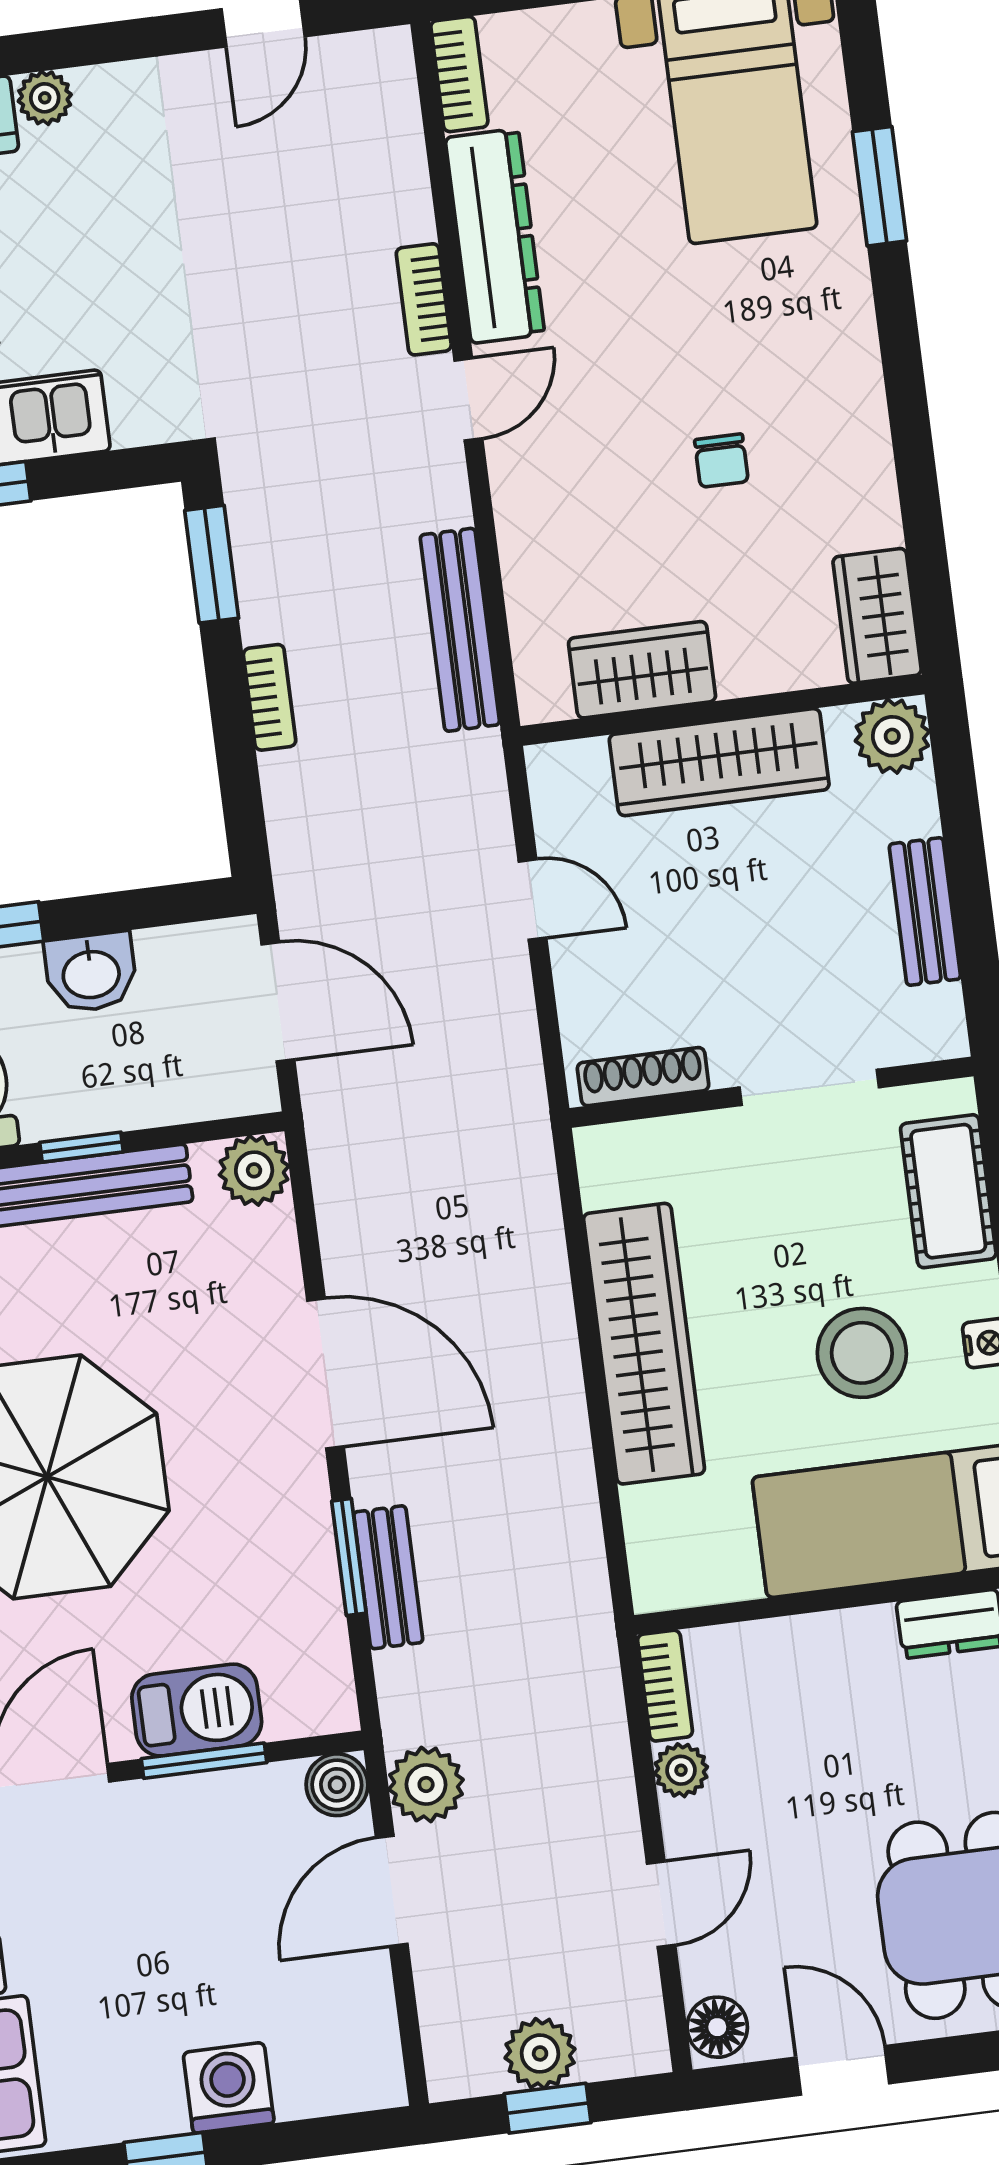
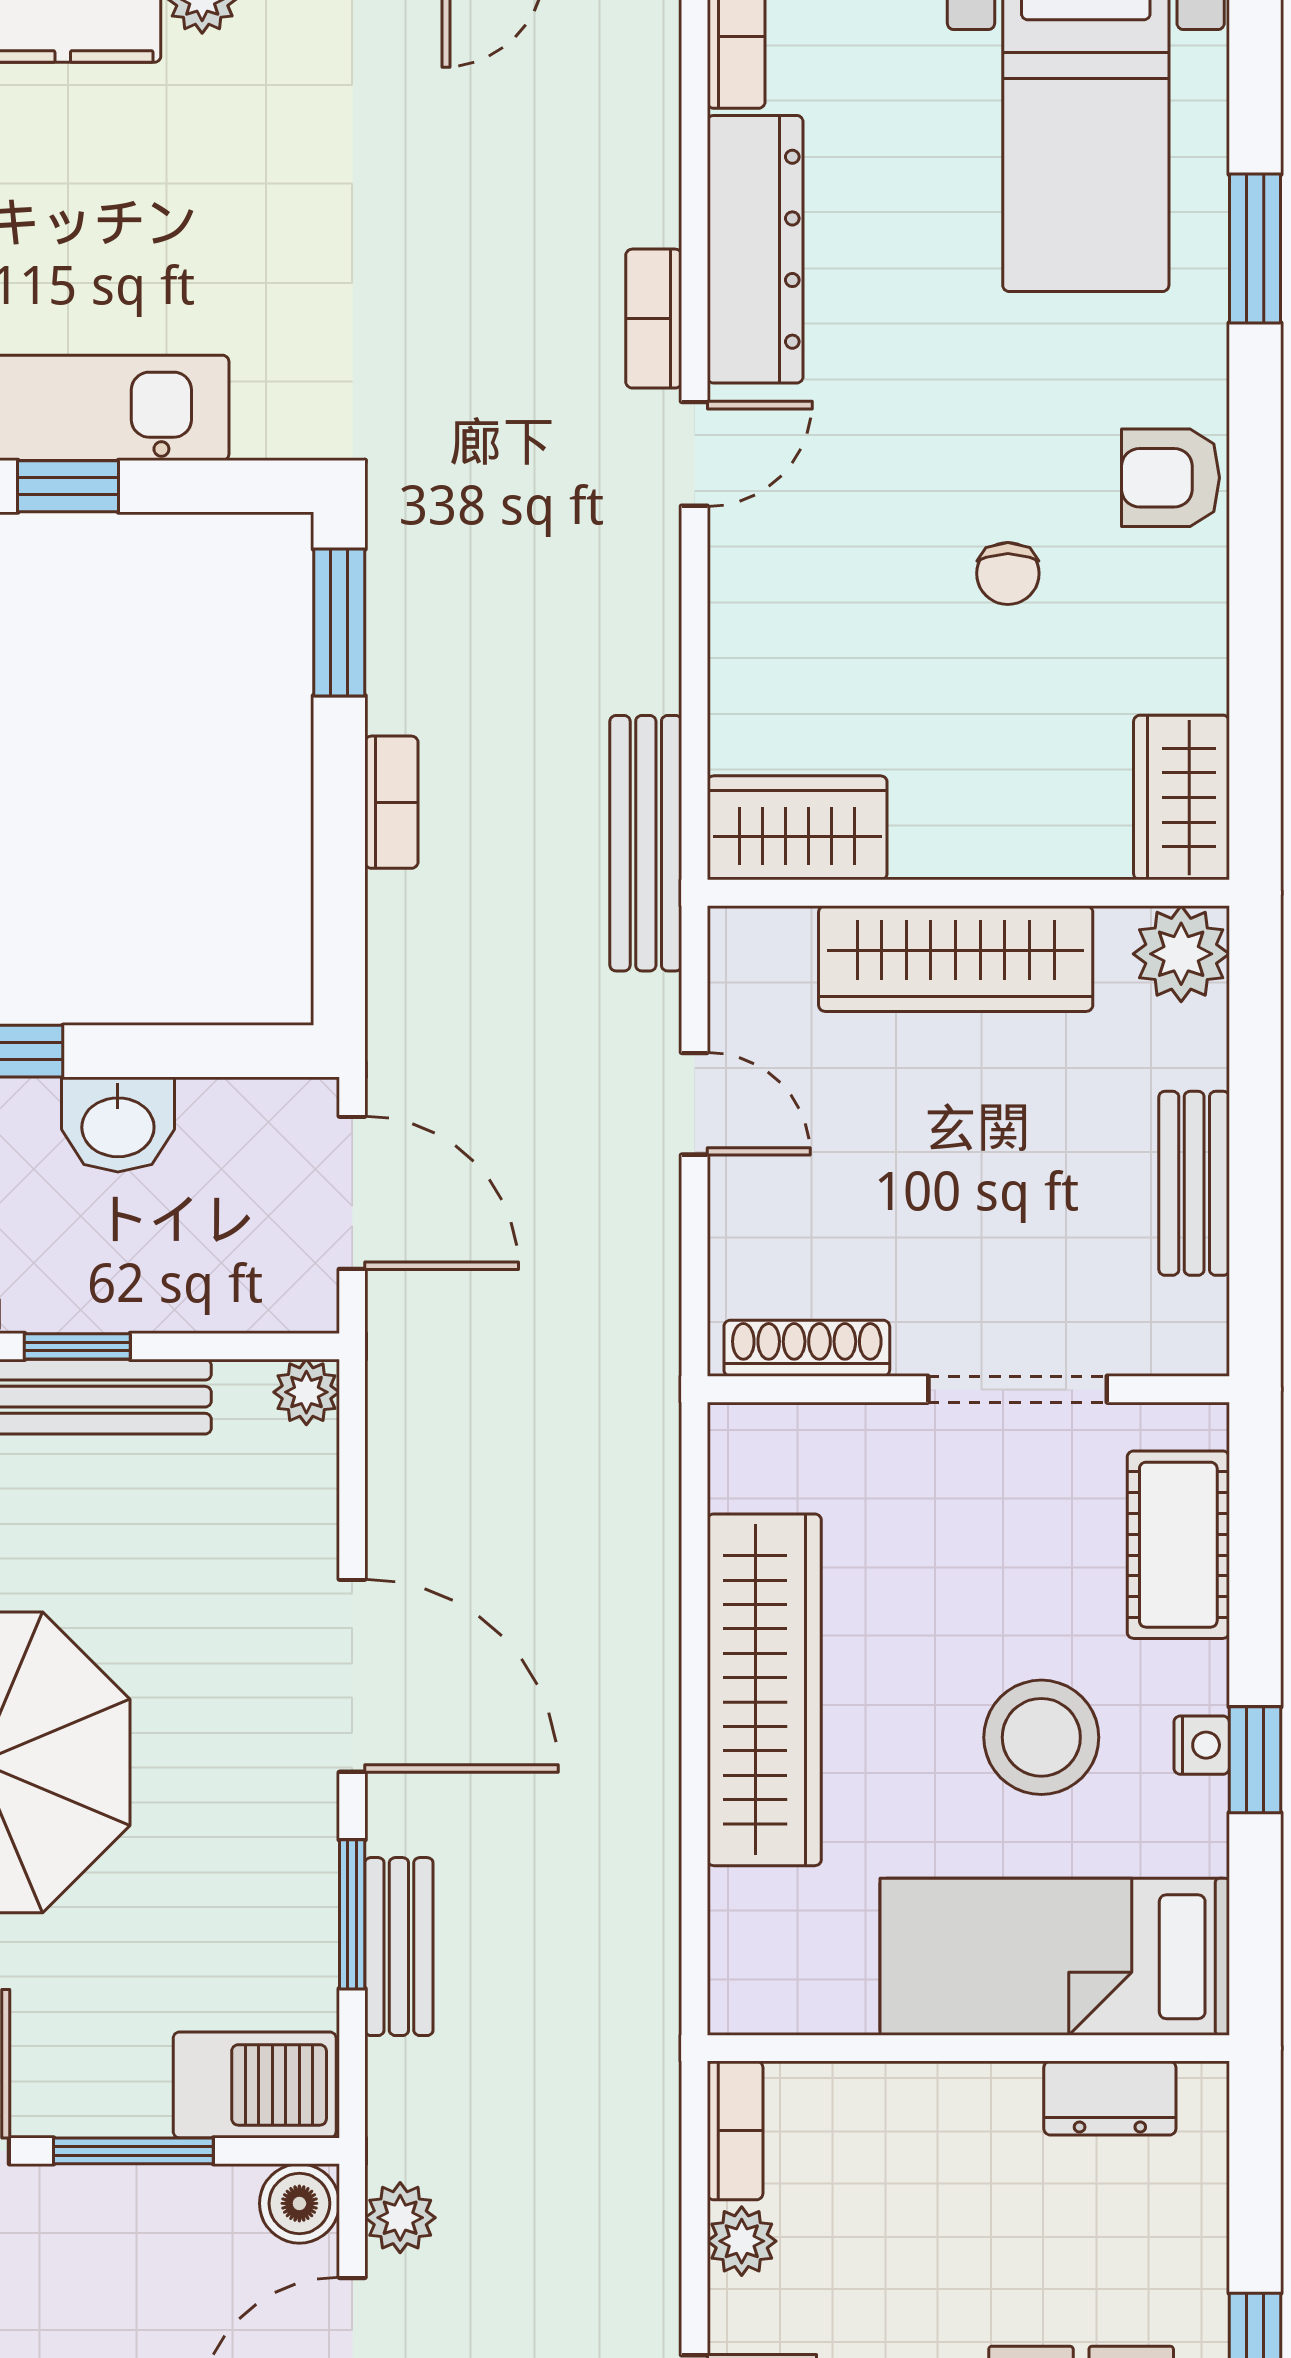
armchair: (837, 371) -> (1171, 478), added
bench: (460, 630) -> (646, 843), moved
wardrobe: (642, 670) -> (797, 828), moved
plant: (254, 1170) -> (306, 1392), width x0.73, depth x0.73
barbecue: (197, 1710) -> (255, 2085), moved
plant: (426, 1785) -> (400, 2218), width x0.73, depth x0.73

